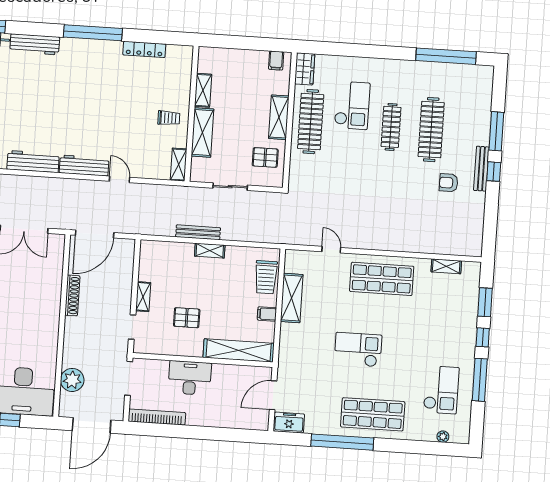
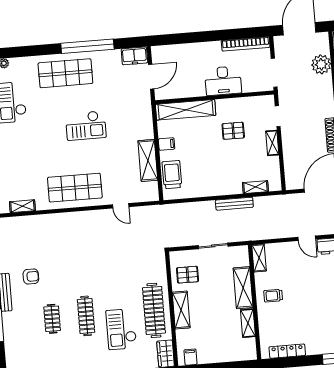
locker: (144, 49) -> (287, 351), moved
clothes rail: (431, 130) -> (52, 319), width x0.54, depth x0.76
shelving: (210, 251) -> (255, 187), moved

